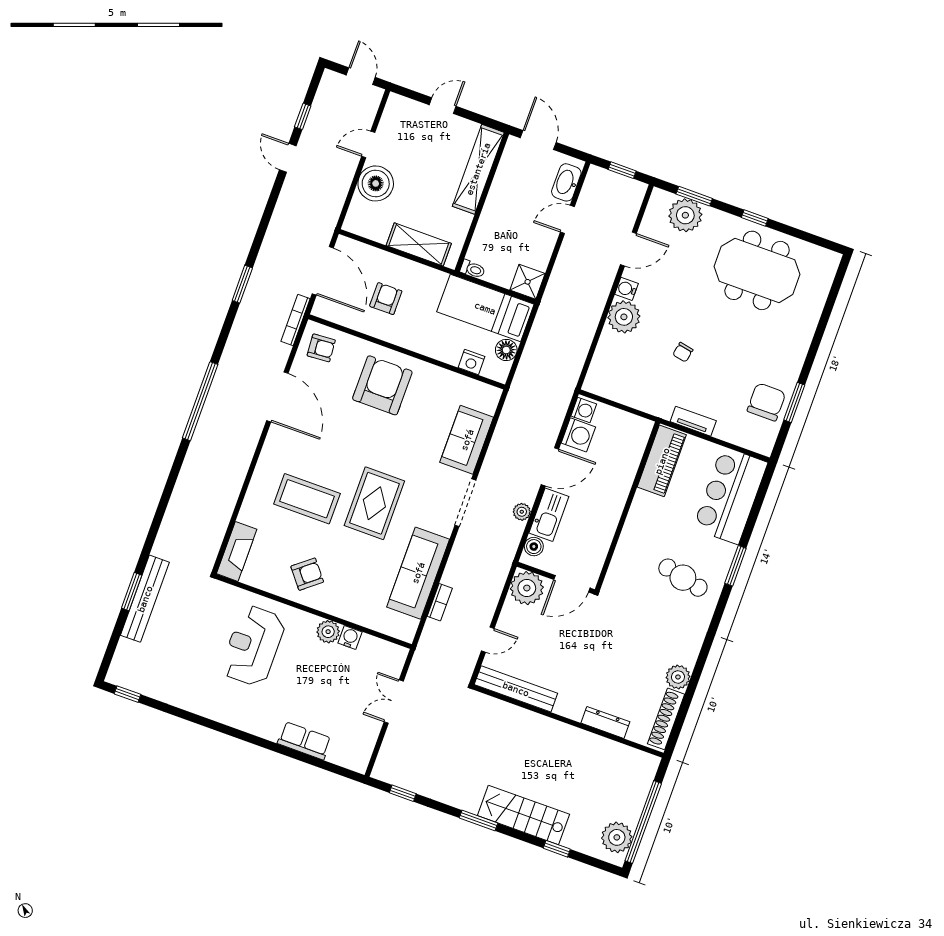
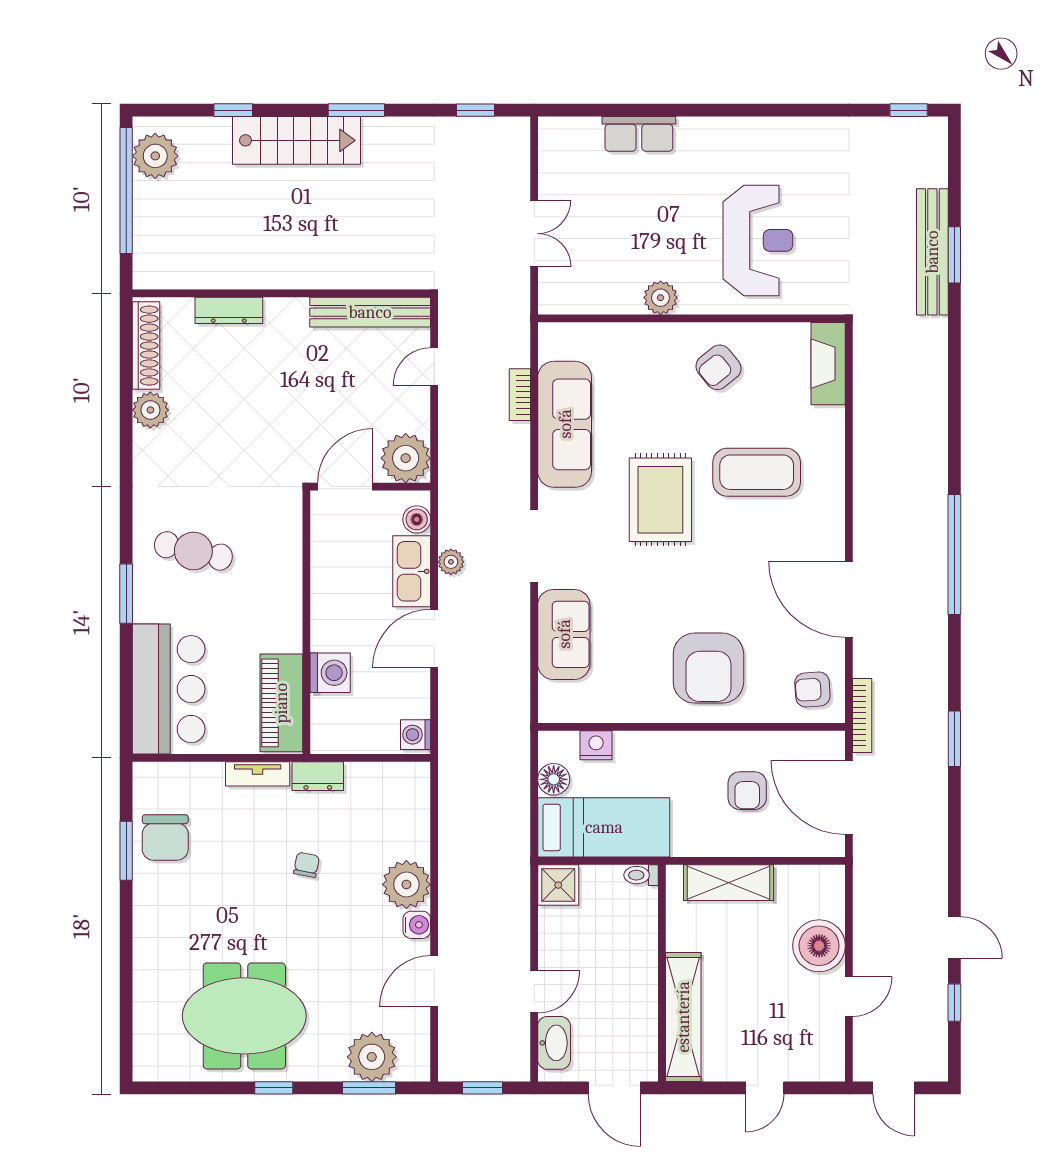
dresser: (655, 406) -> (318, 776), added
washing machine: (578, 435) -> (330, 673), moved, turned 180
water cooler: (350, 637) -> (627, 301), removed

